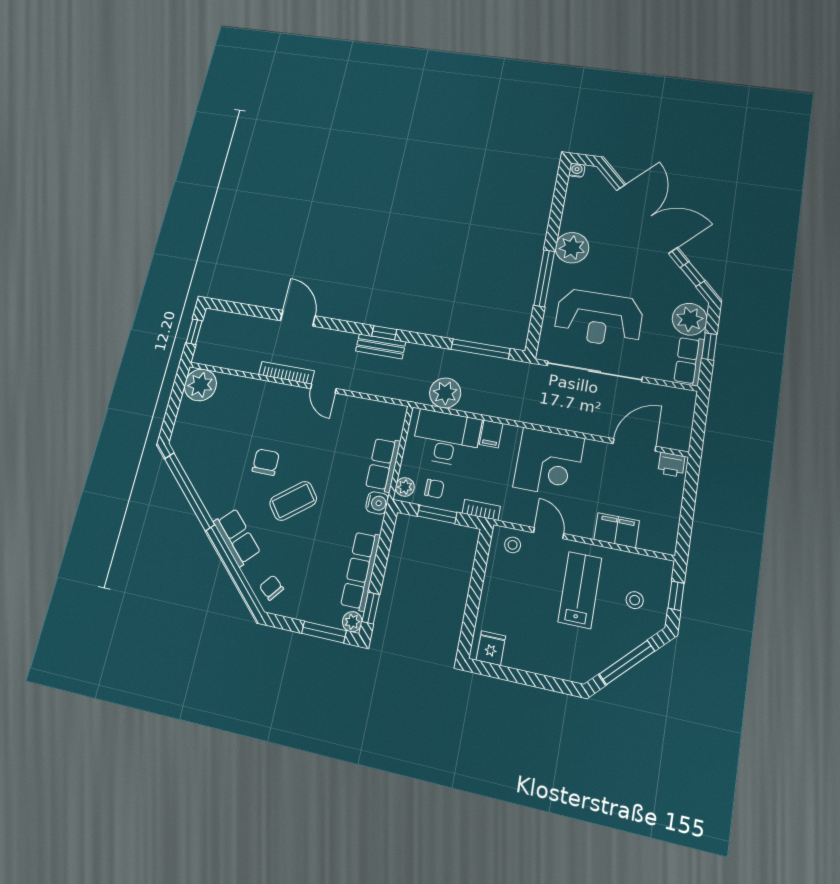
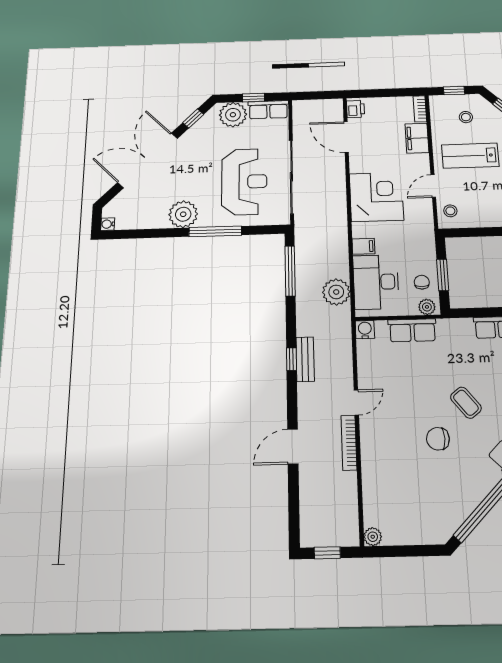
plant: (200, 385) -> (373, 537), width x0.53, depth x0.53
coffee table: (293, 501) -> (466, 403), width x0.73, depth x0.77
water cooler: (377, 503) -> (365, 330), moved
bookcase: (481, 510) -> (420, 109), moved

